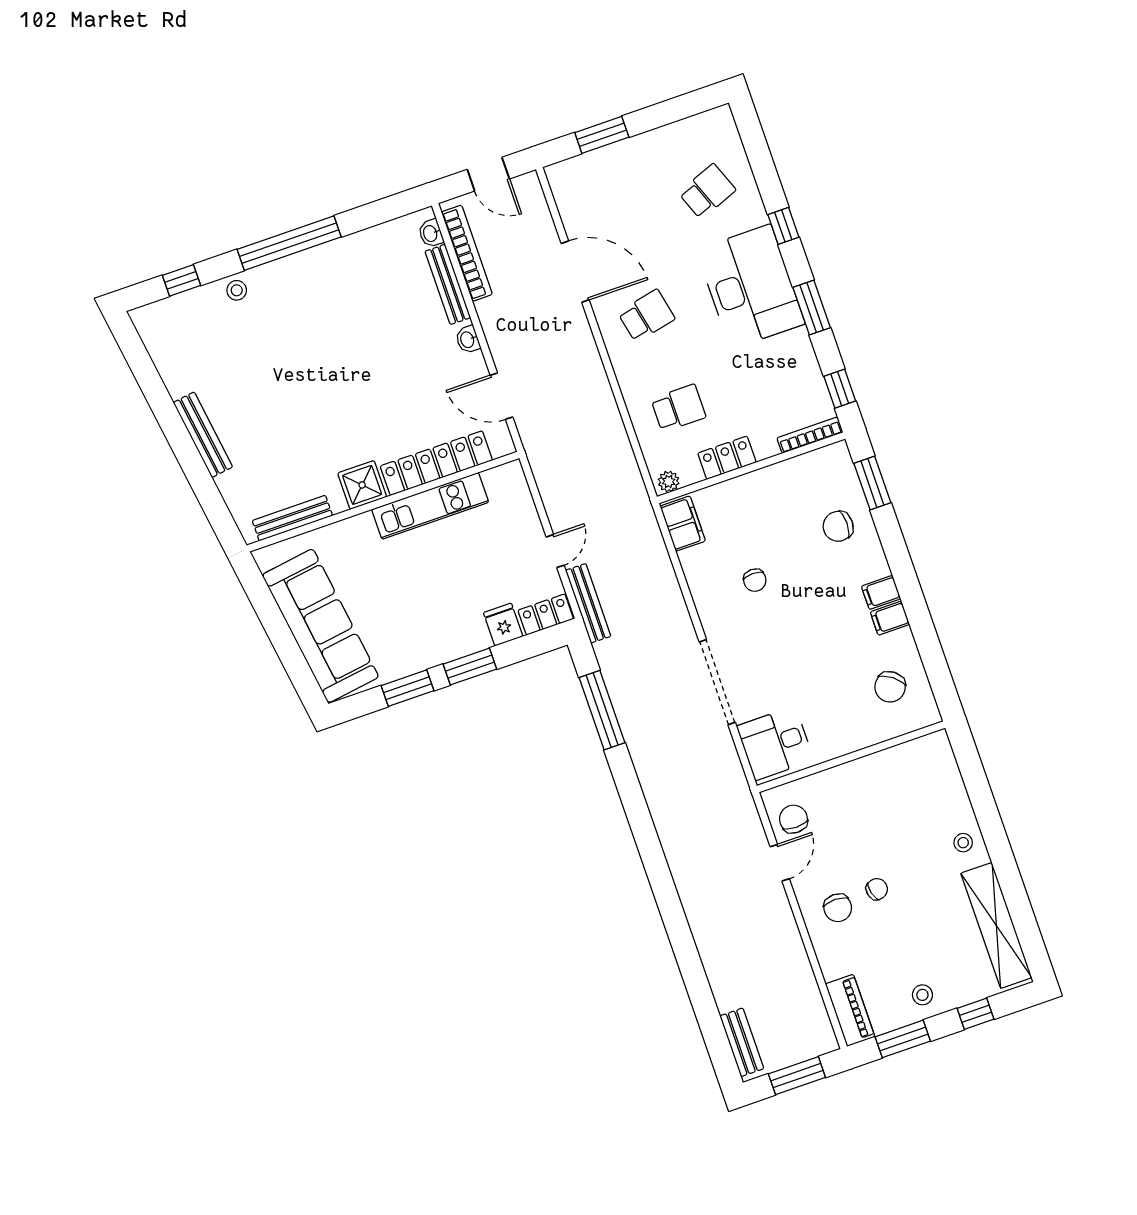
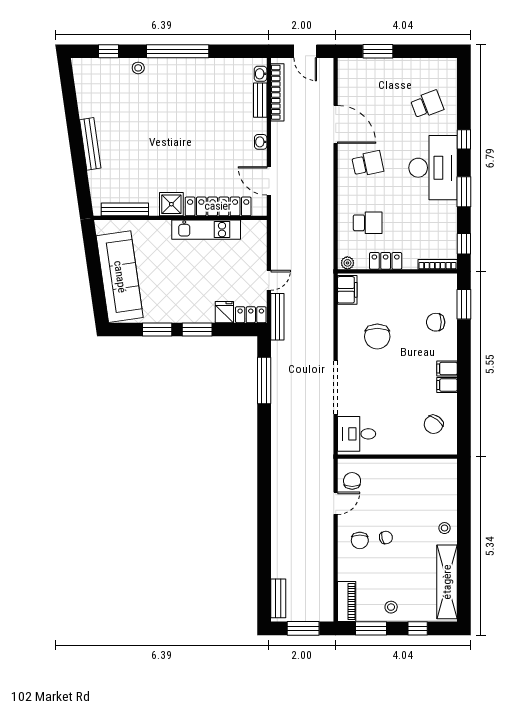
bench: (448, 284) -> (260, 100), width x0.73
chair: (755, 580) -> (377, 337), width x1.87, depth x1.87

